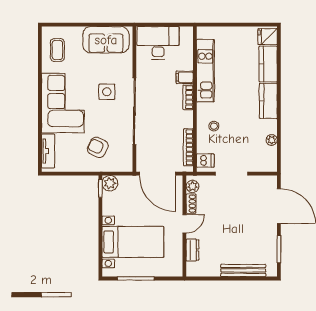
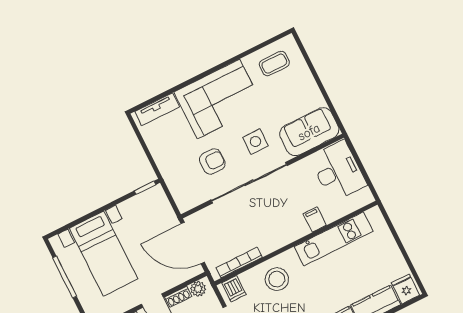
sofa: (106, 40) -> (309, 132), moved, turned 90
bookcase: (188, 97) -> (294, 234), removed
stool: (214, 126) -> (277, 279), width x1.89, depth x1.89
armchair: (98, 147) -> (212, 162), moved, turned 64
door: (157, 174) -> (193, 243), hinge flipped
plant: (110, 183) -> (156, 196), removed

